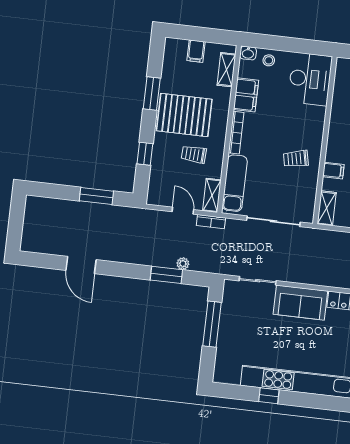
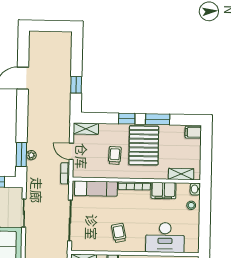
filing cabinet: (196, 51) -> (193, 132), moved
desk: (310, 79) -> (165, 238), moved
window: (145, 154) -> (127, 119), moved
shelving: (212, 195) -> (86, 129), moved
window: (96, 196) -> (76, 85), width x0.67
door: (183, 211) -> (71, 151), swing flipped
window: (166, 275) -> (21, 154), moved

